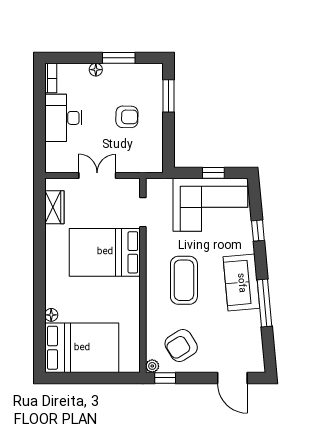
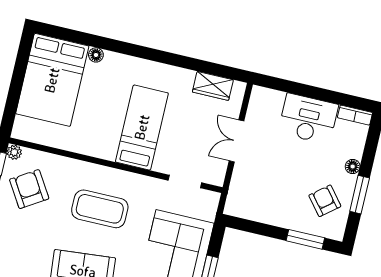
armchair: (127, 117) -> (325, 201), moved, turned 140
double door: (97, 175) -> (237, 141), swing flipped
bed: (105, 252) -> (142, 127), width x0.67

